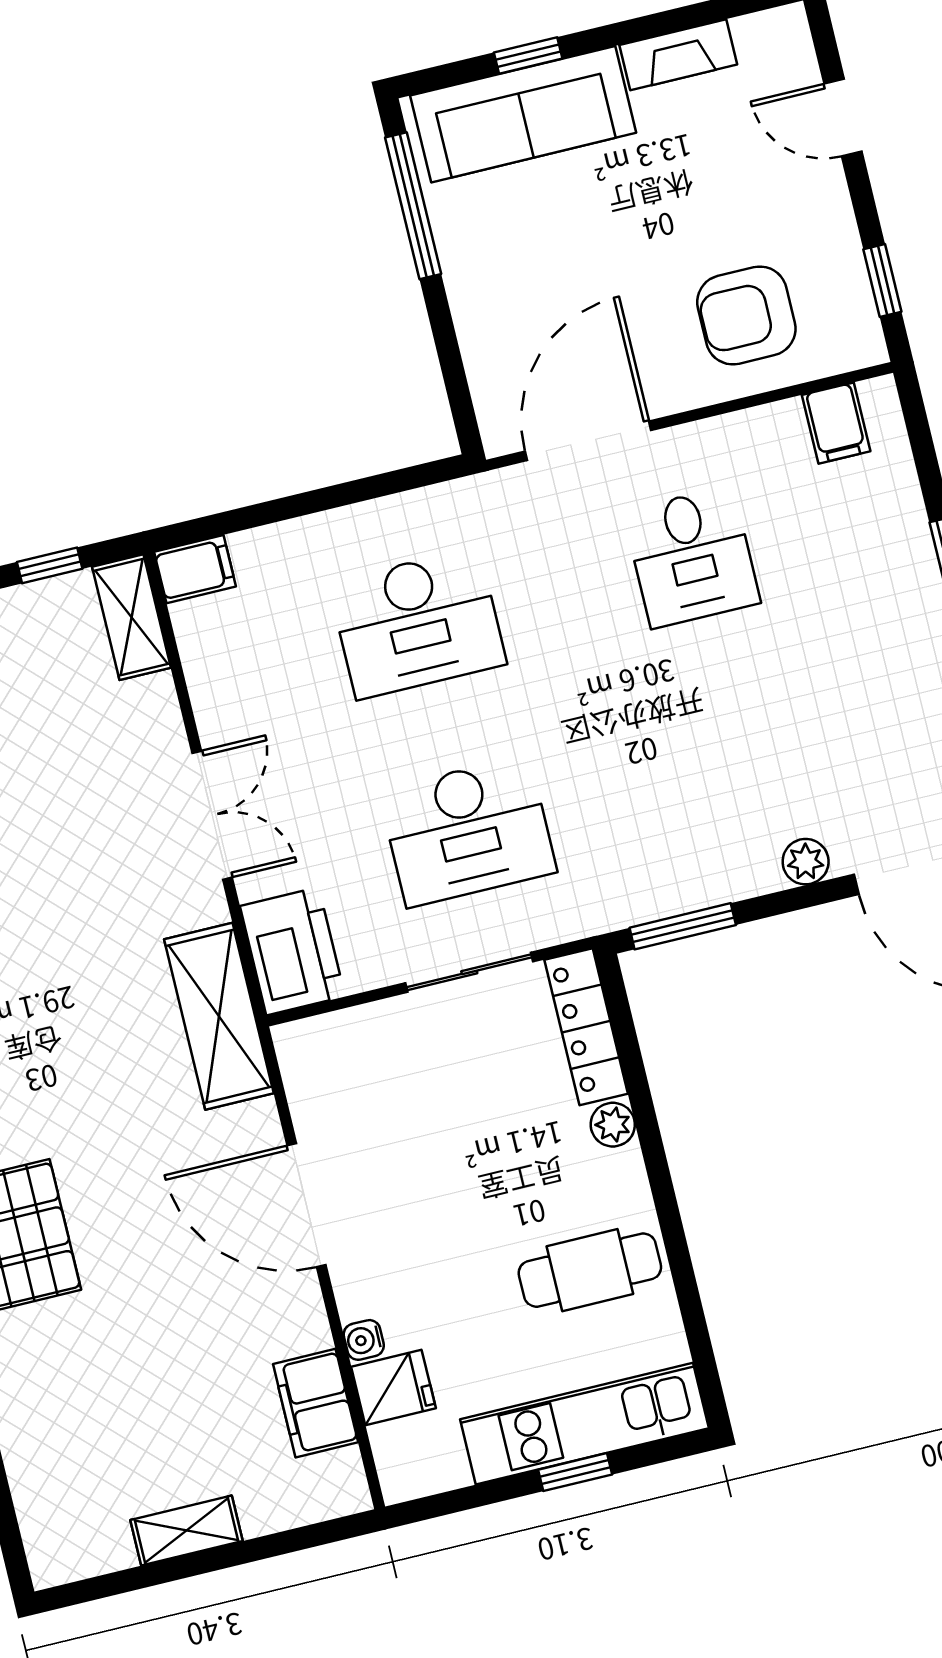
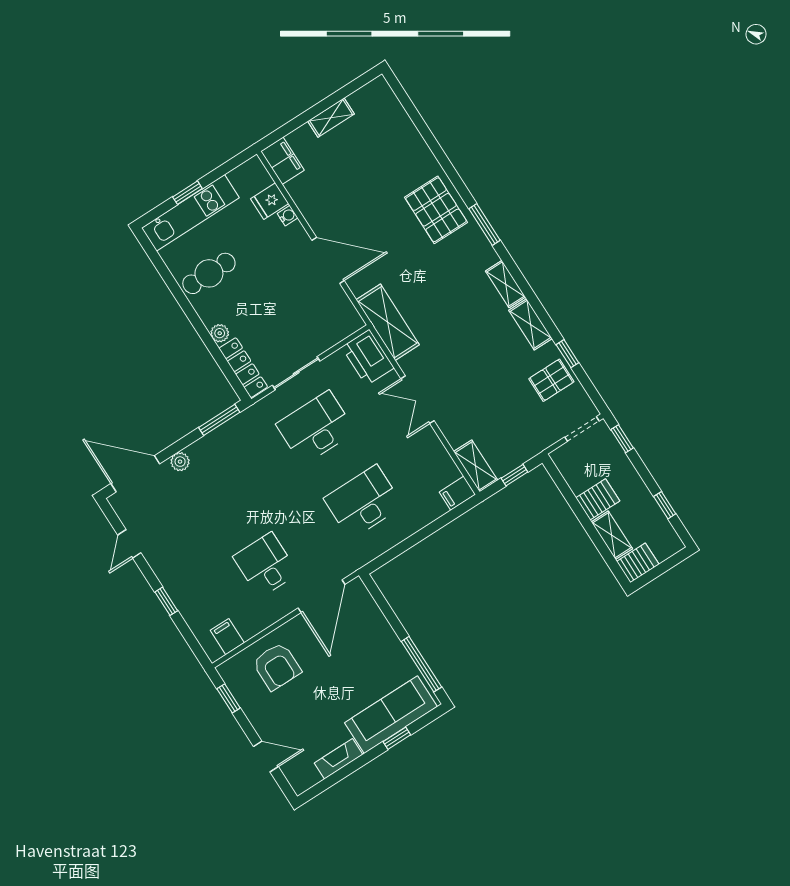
armchair: (746, 315) -> (277, 666), turned 90
filing cabinet: (316, 1403) -> (283, 161), moved

